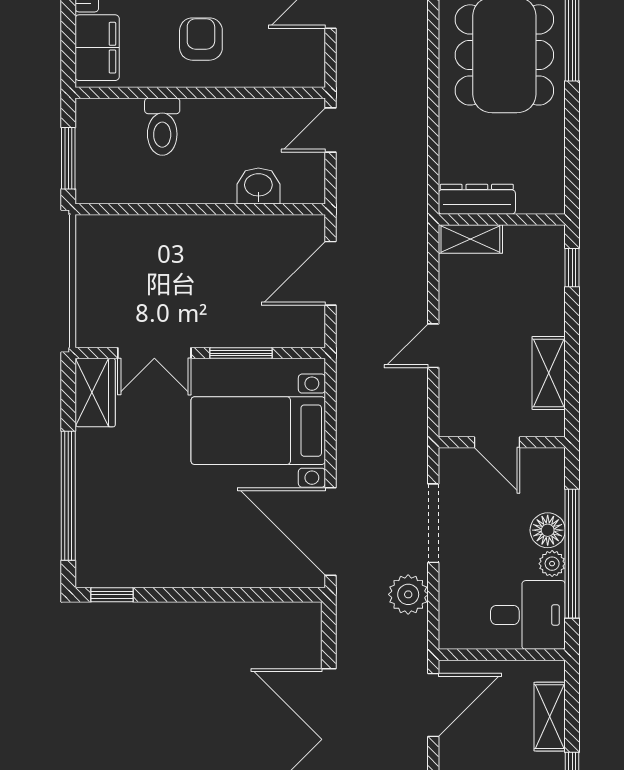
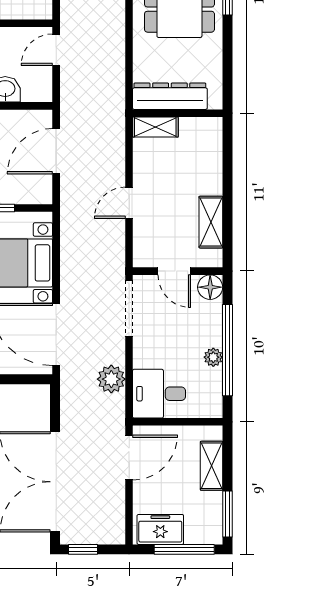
dresser: (477, 199) -> (170, 96), width x1.37, depth x1.24
window: (572, 268) -> (227, 147), removed
doorway: (433, 523) -> (129, 308), moved
floor lamp: (548, 530) -> (210, 287), moved
desk: (528, 615) -> (159, 394), moved, turned 180

